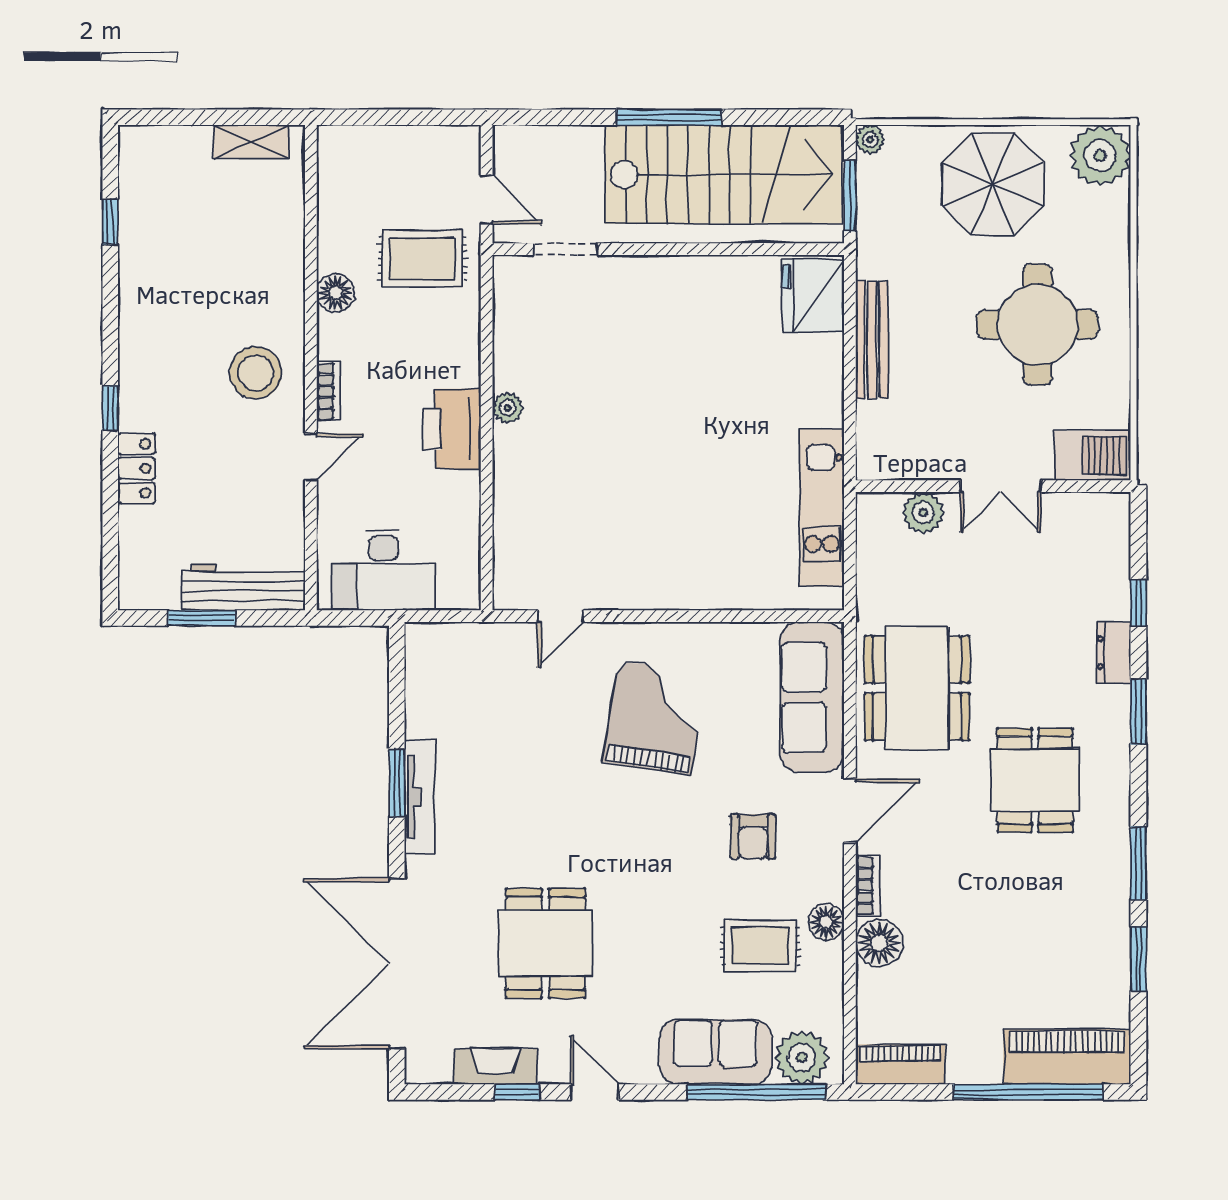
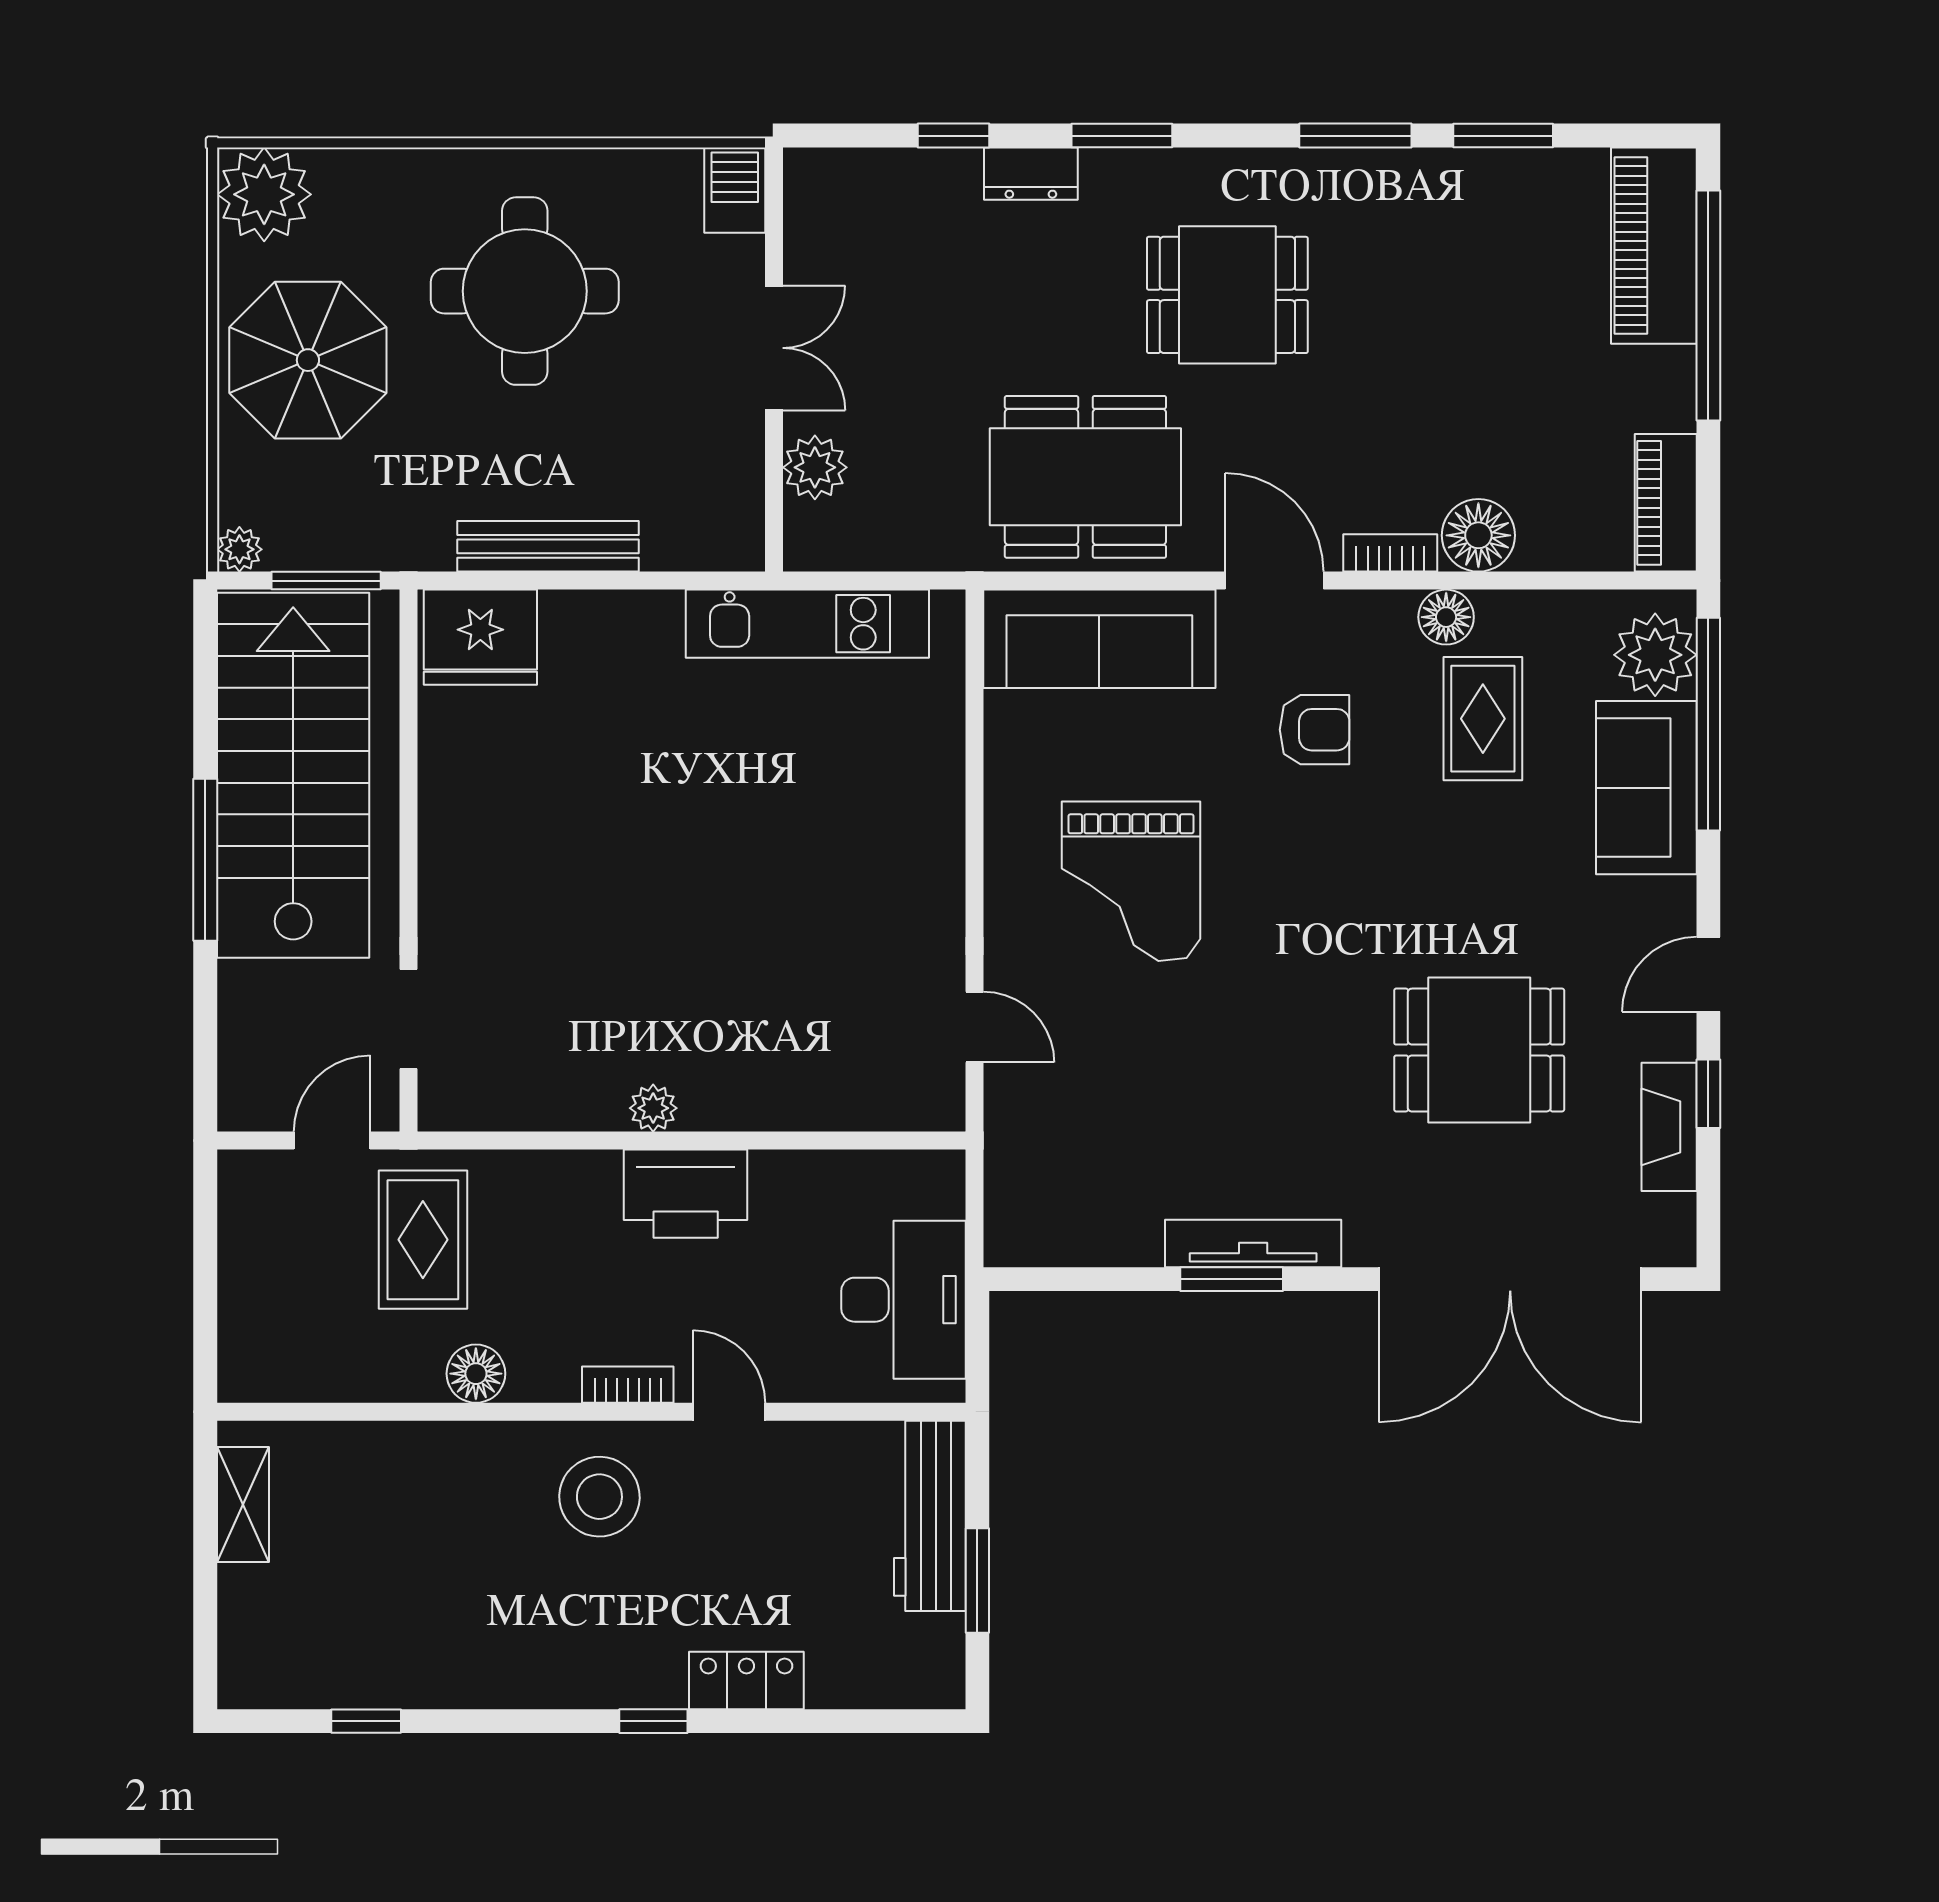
barbecue: (1092, 456) -> (735, 190), width x0.73, depth x0.79
grand piano: (655, 718) -> (1131, 881), turned -99

